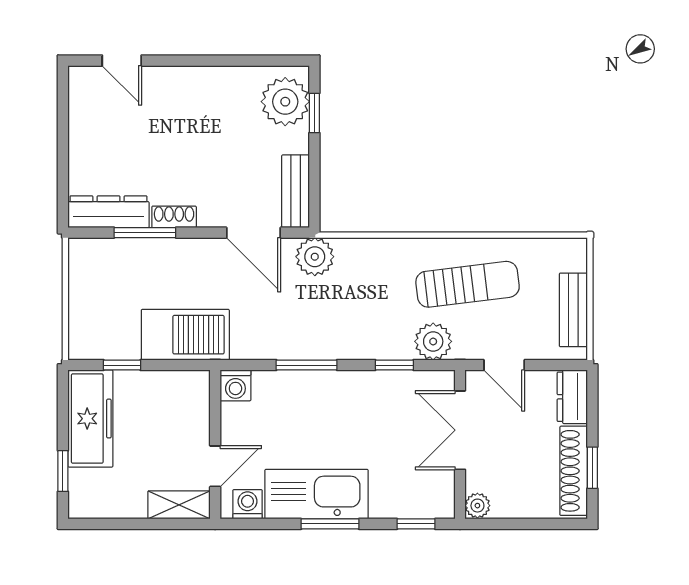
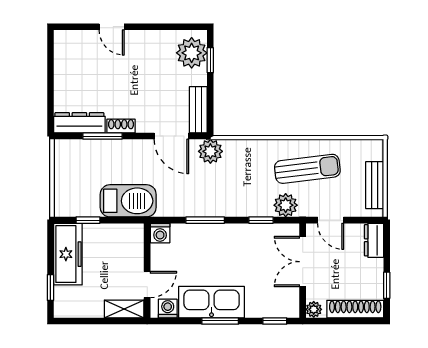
door: (122, 61) -> (112, 27), moved
shoe rack: (574, 471) -> (355, 309), moved, turned 90

